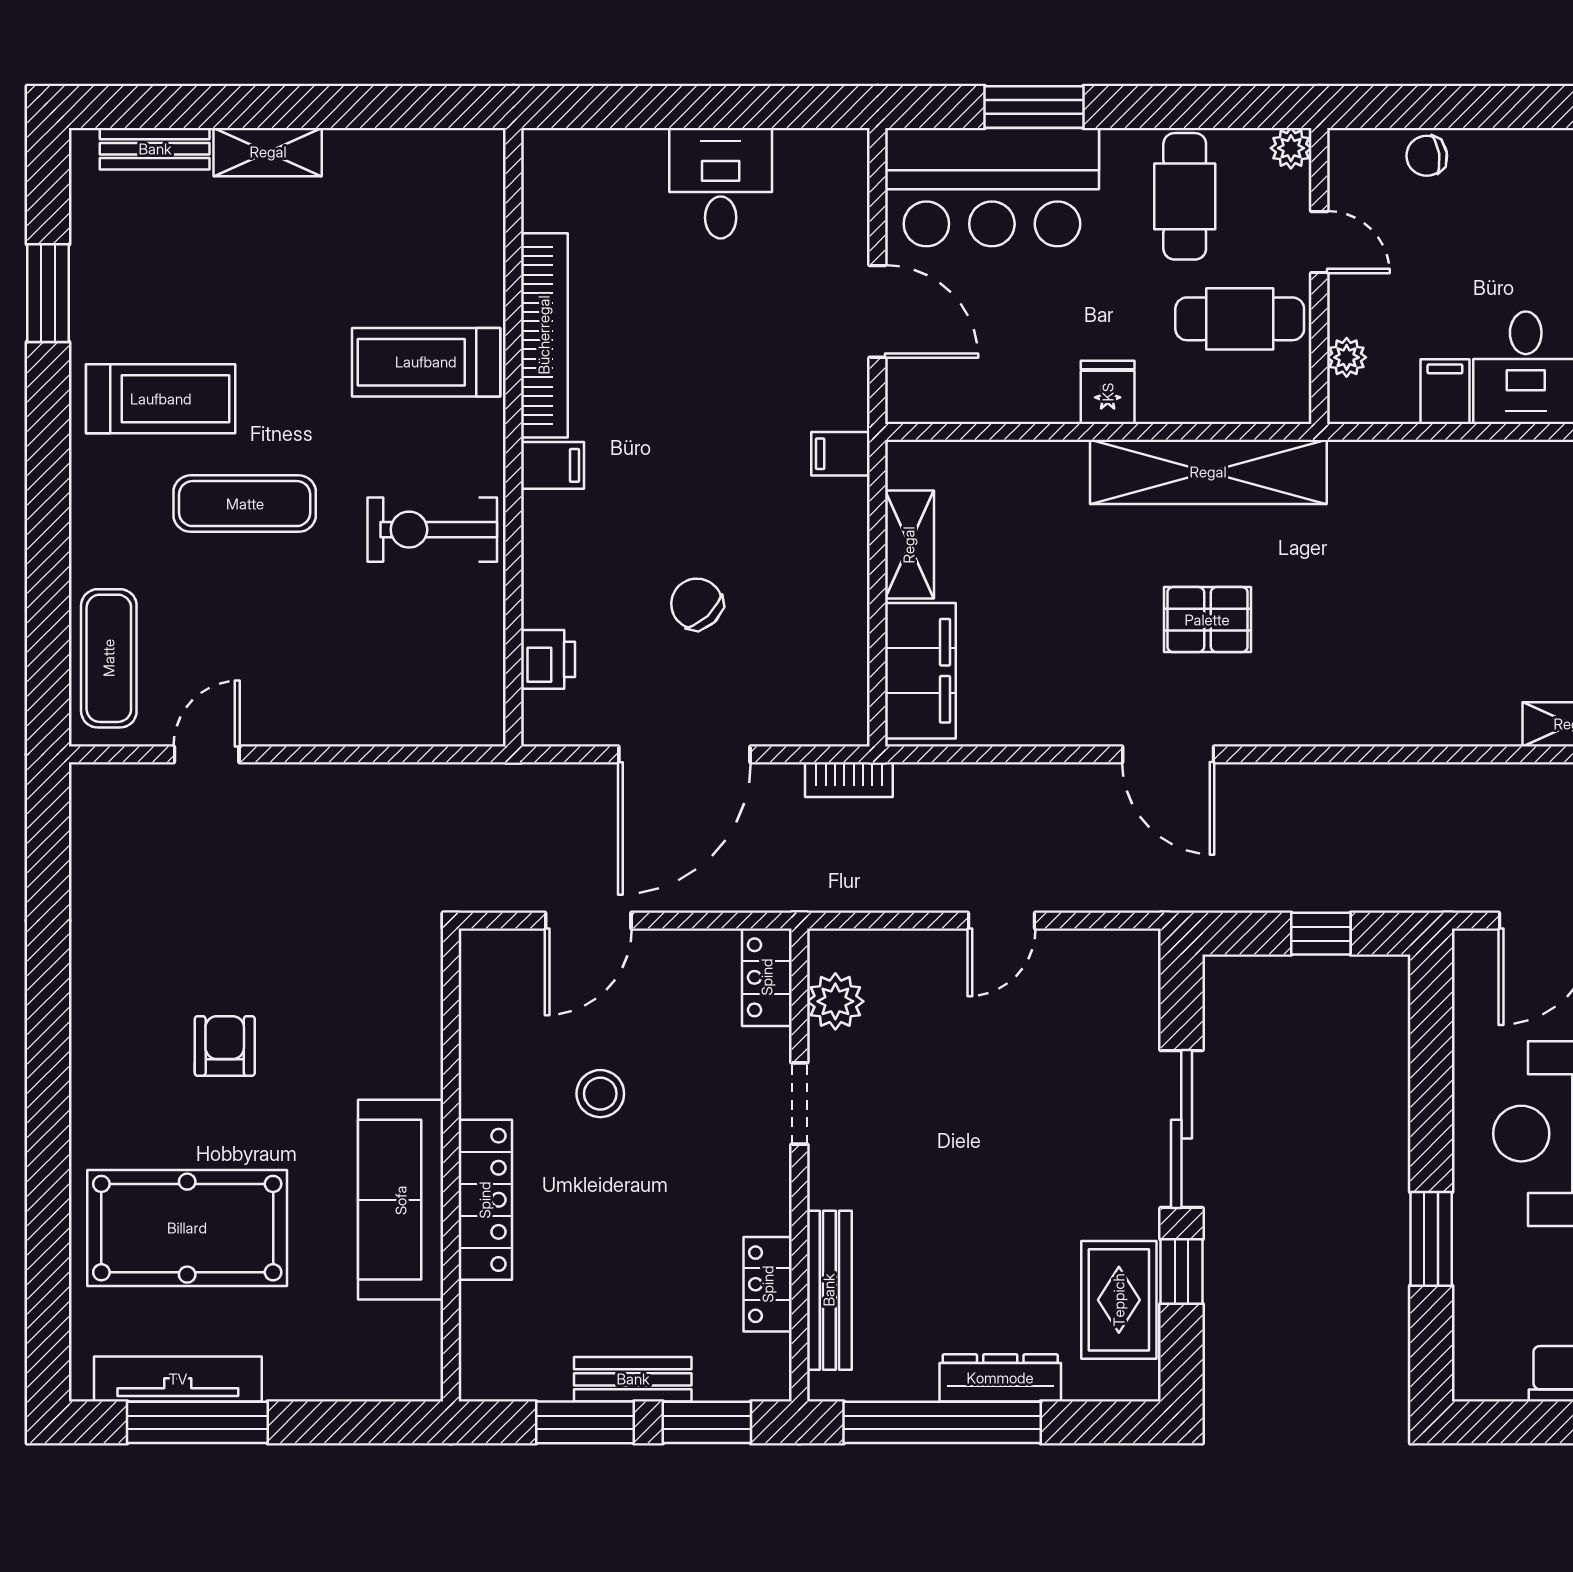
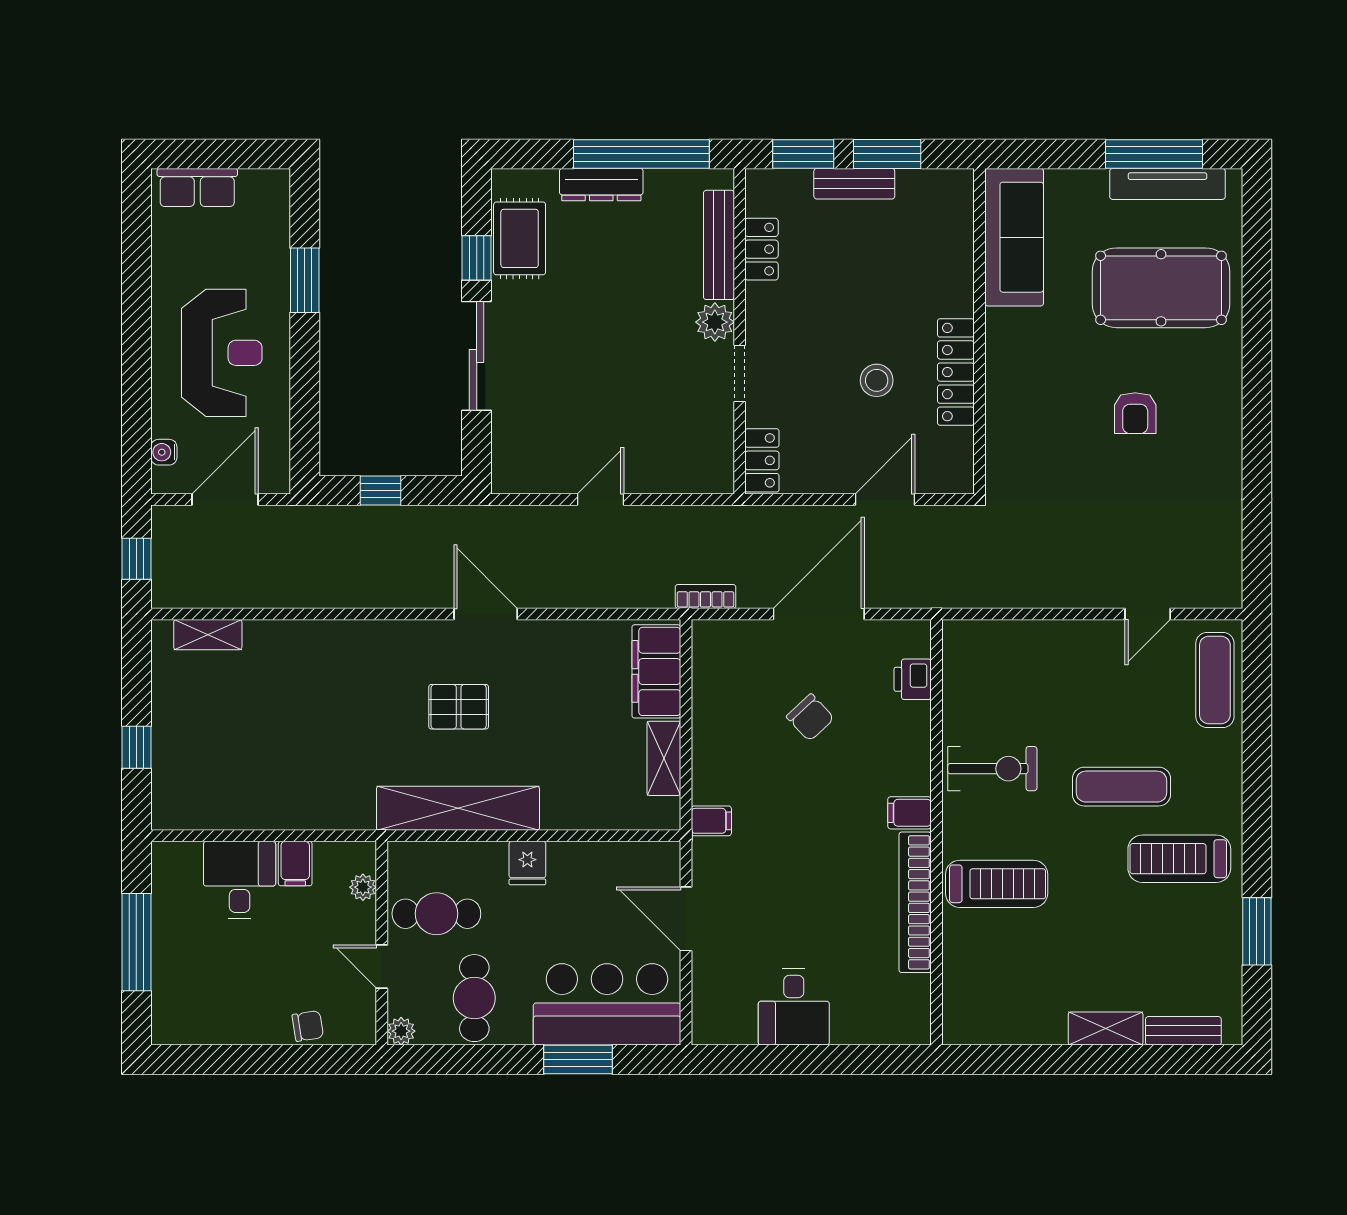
plant: (835, 1001) -> (715, 322), moved
sofa: (401, 1200) -> (1014, 237), moved
locker: (485, 1200) -> (956, 372), moved

